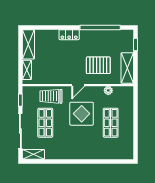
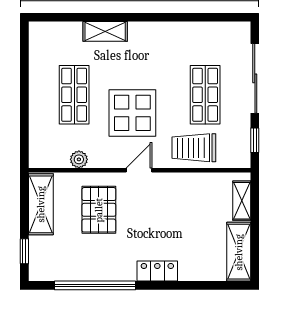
pallet: (98, 65) -> (99, 210), turned 90
trolley: (51, 96) -> (194, 148), turned 180
shelving: (33, 154) -> (105, 31), moved

